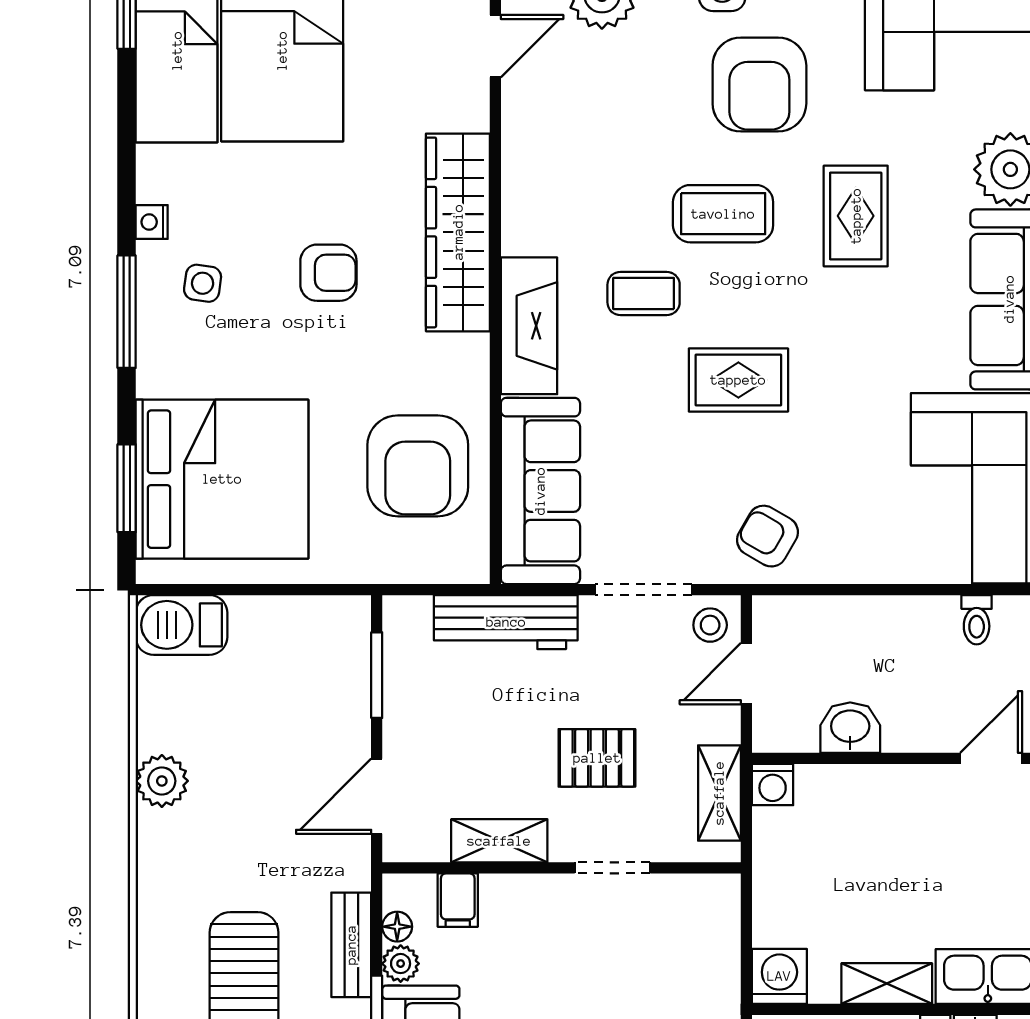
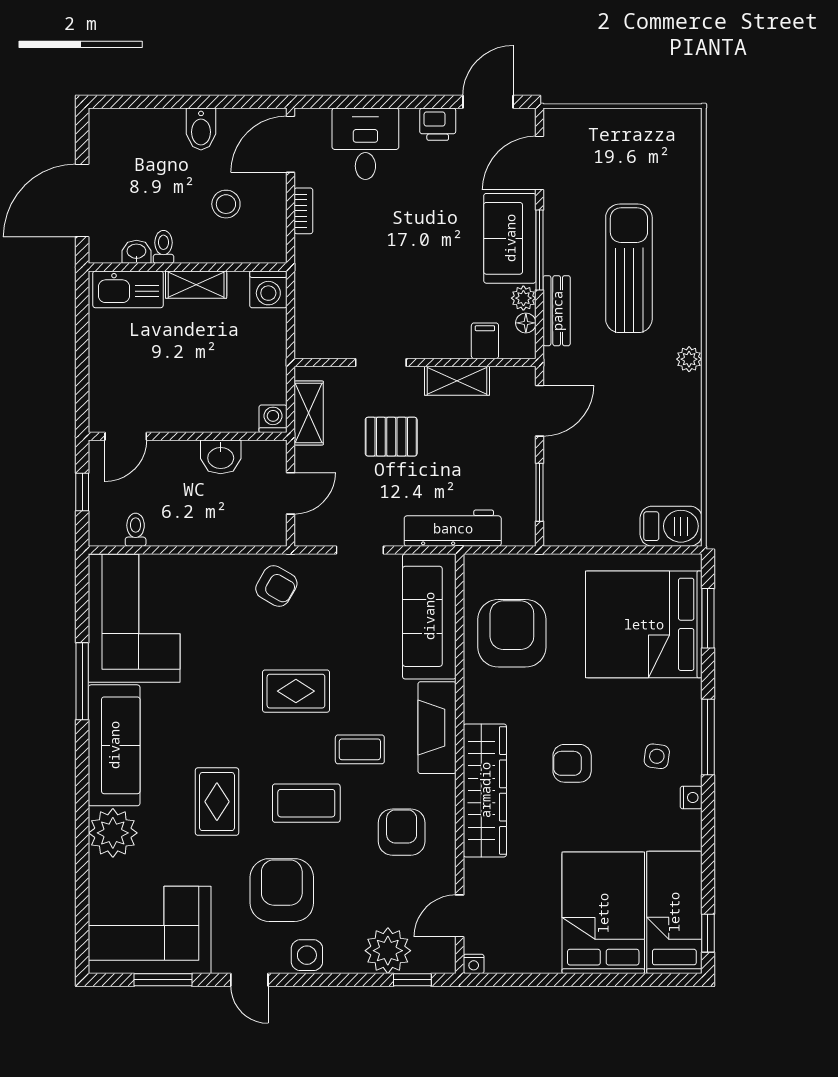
armchair: (582, 171) -> (402, 832), added
doorway: (644, 590) -> (360, 550), width x0.73
stool: (710, 625) -> (315, 526), removed
plant: (162, 781) -> (689, 359), moved, width x0.73, depth x0.73

